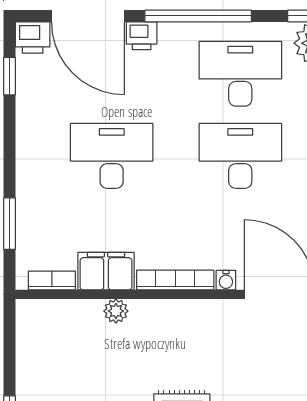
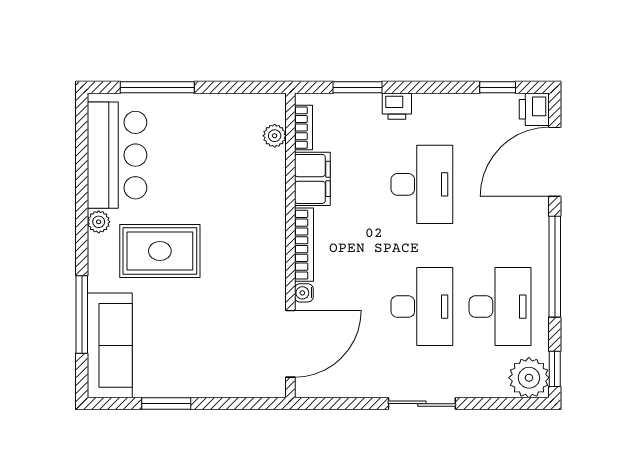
printer: (142, 36) -> (397, 106), moved, turned -90
plant: (116, 311) -> (275, 136), moved

